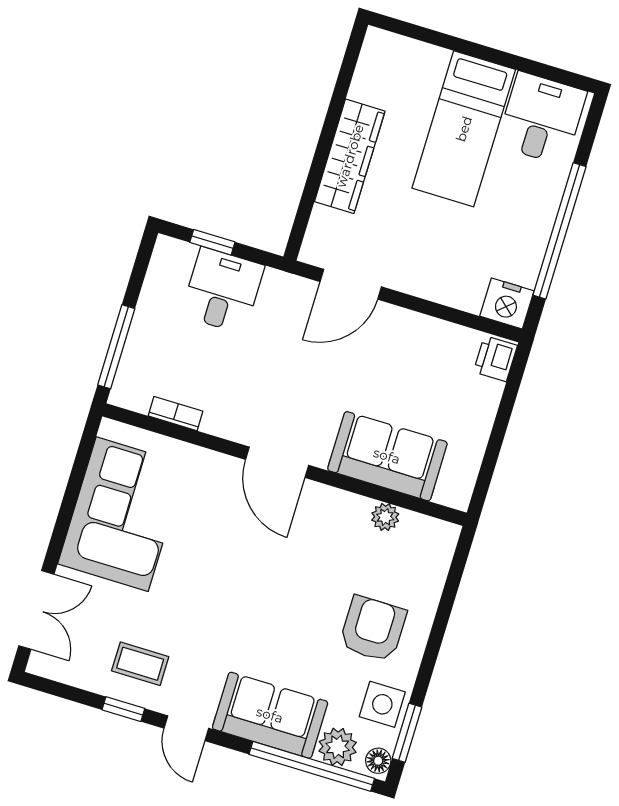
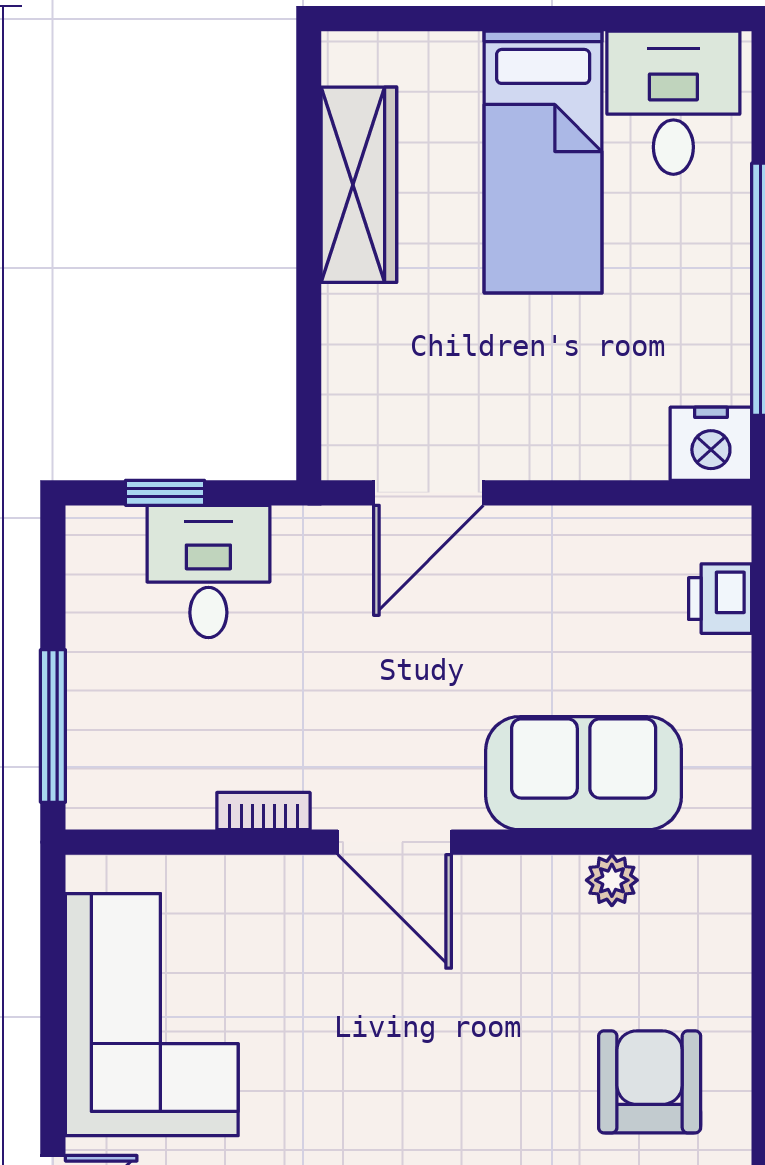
wardrobe: (350, 156) -> (359, 185), moved
printer: (495, 359) -> (720, 599), moved
bookcase: (175, 414) -> (263, 811), moved

